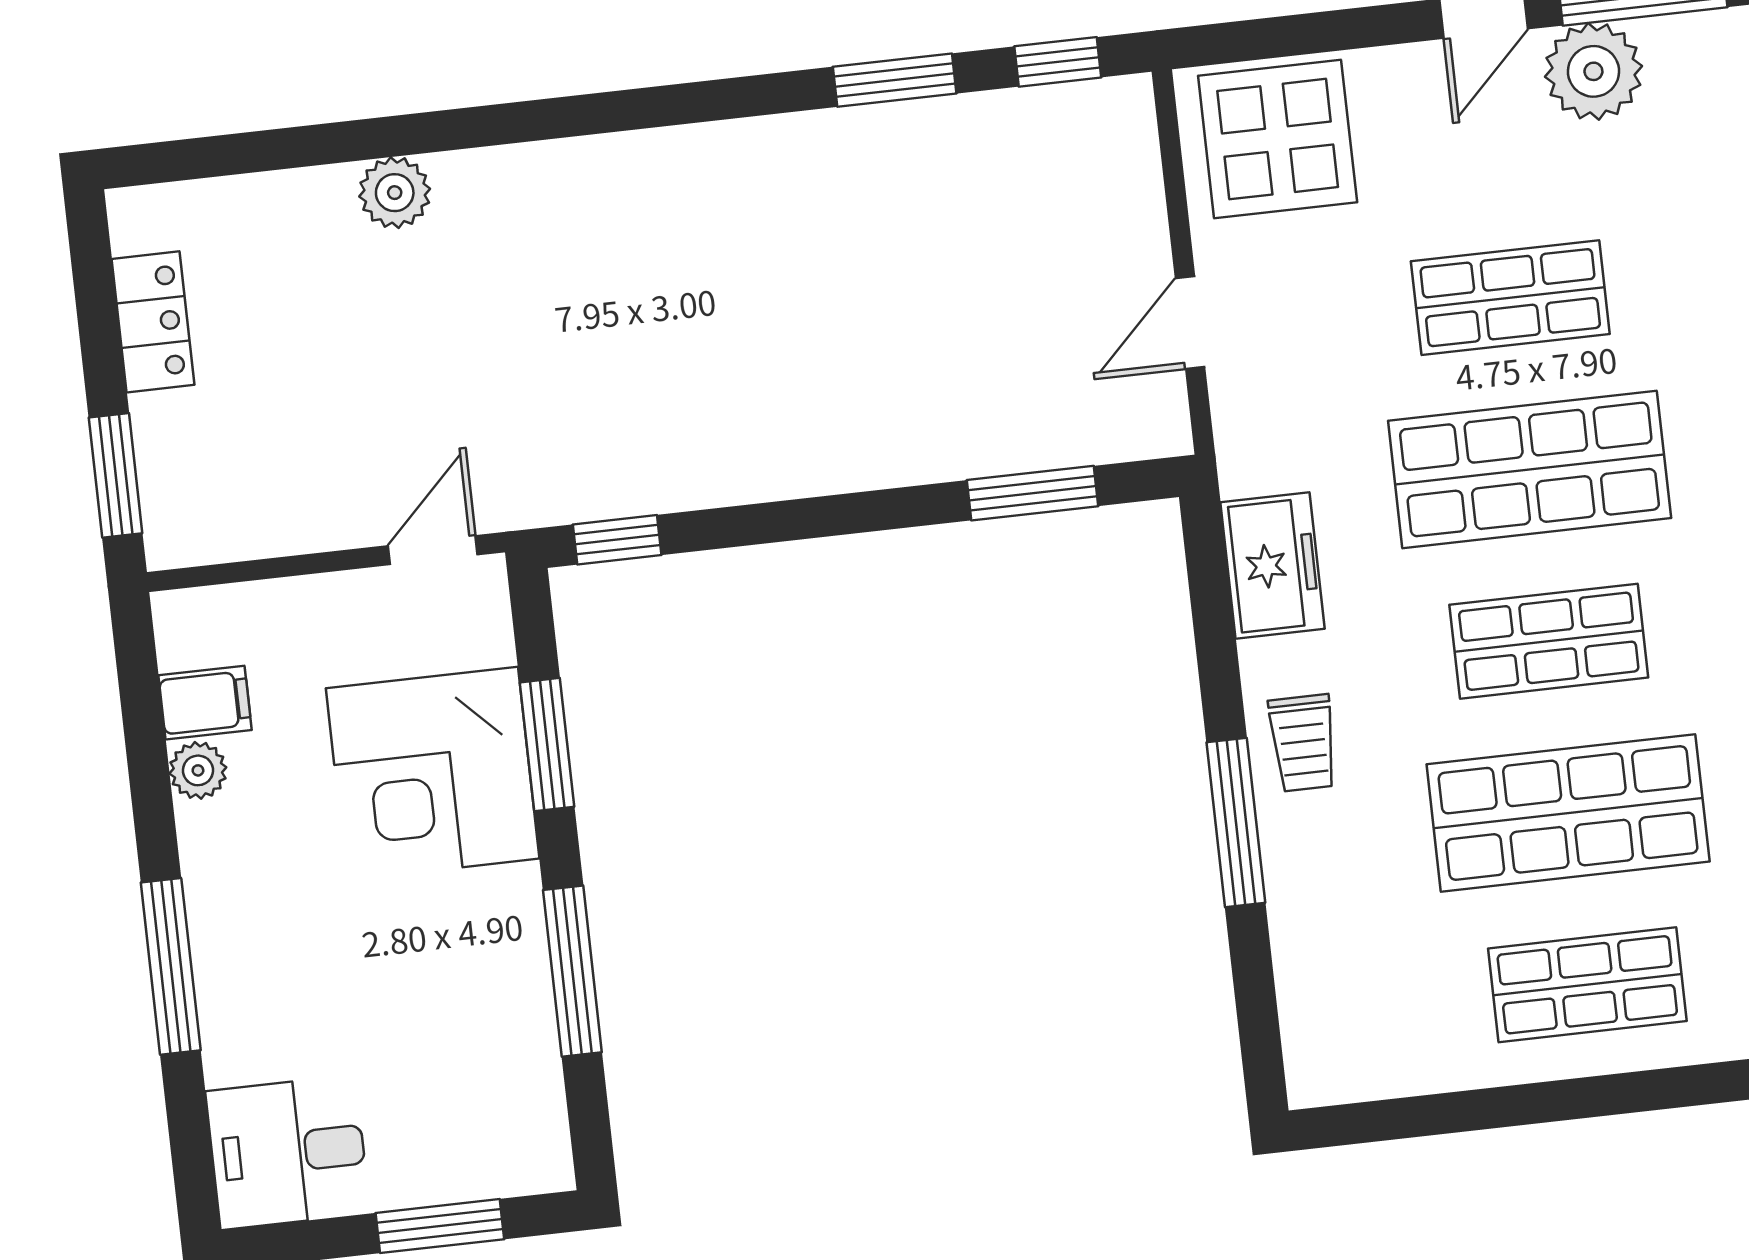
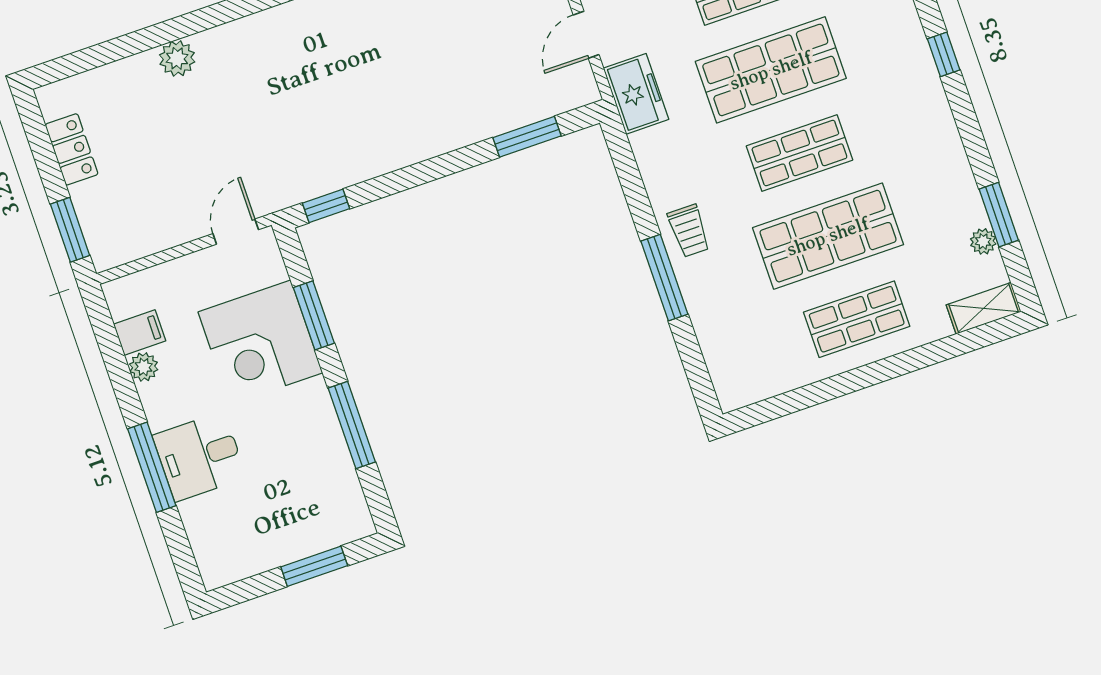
freezer: (1272, 566) -> (636, 94), moved
desk: (288, 1152) -> (200, 457), moved

